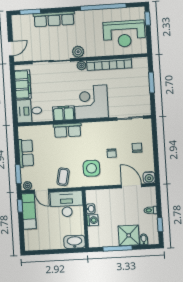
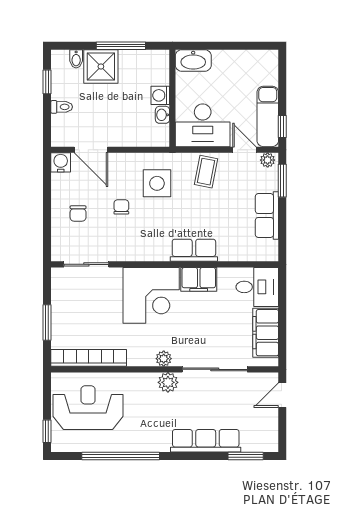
bookcase: (109, 64) -> (89, 358), moved

